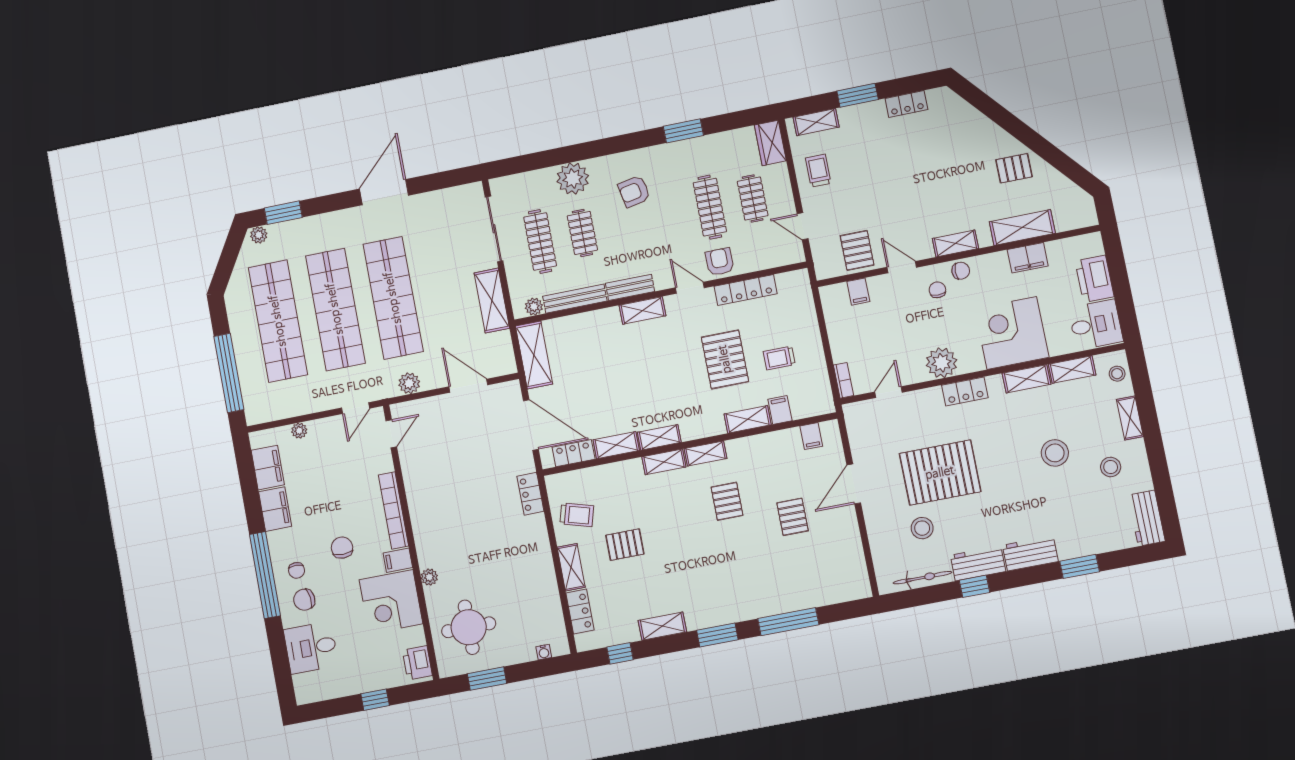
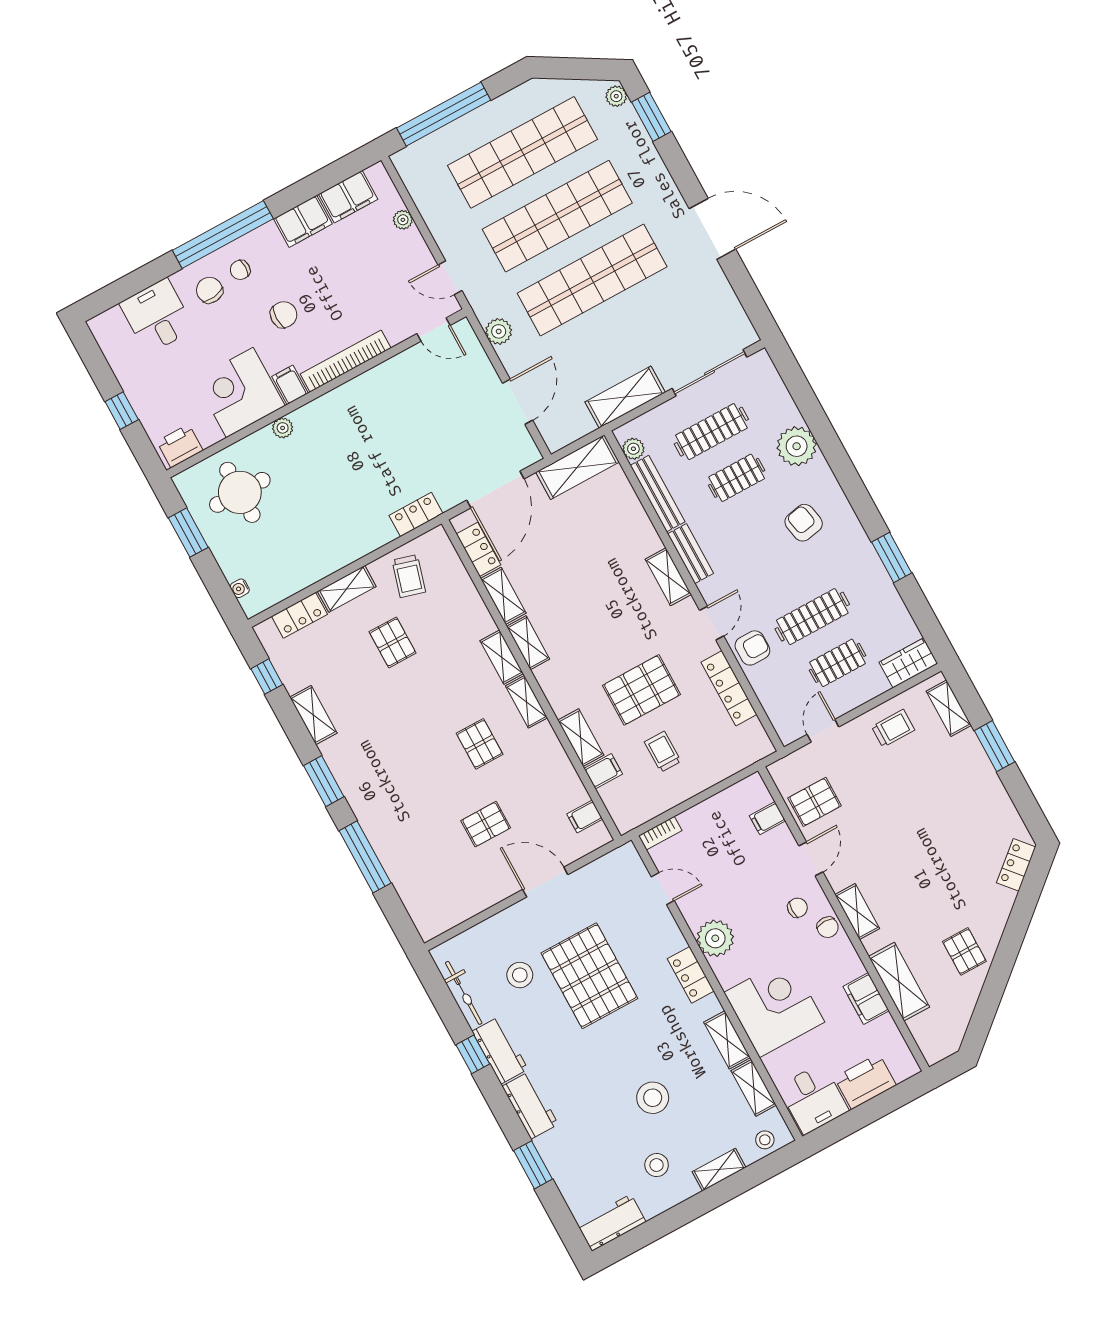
locker: (906, 104) -> (1016, 865), moved, turned 49
pallet: (727, 501) -> (480, 744), turned 90

